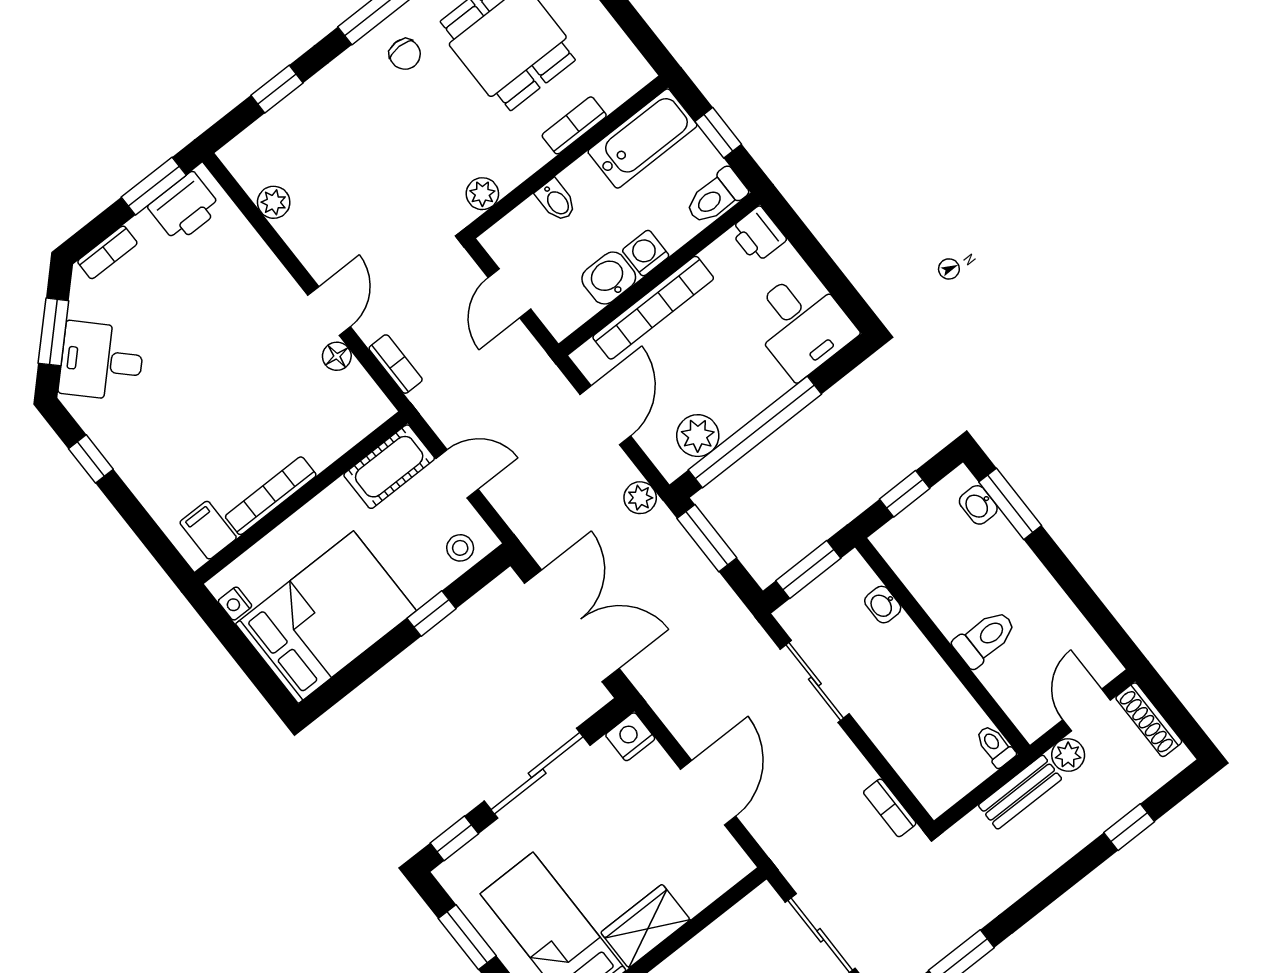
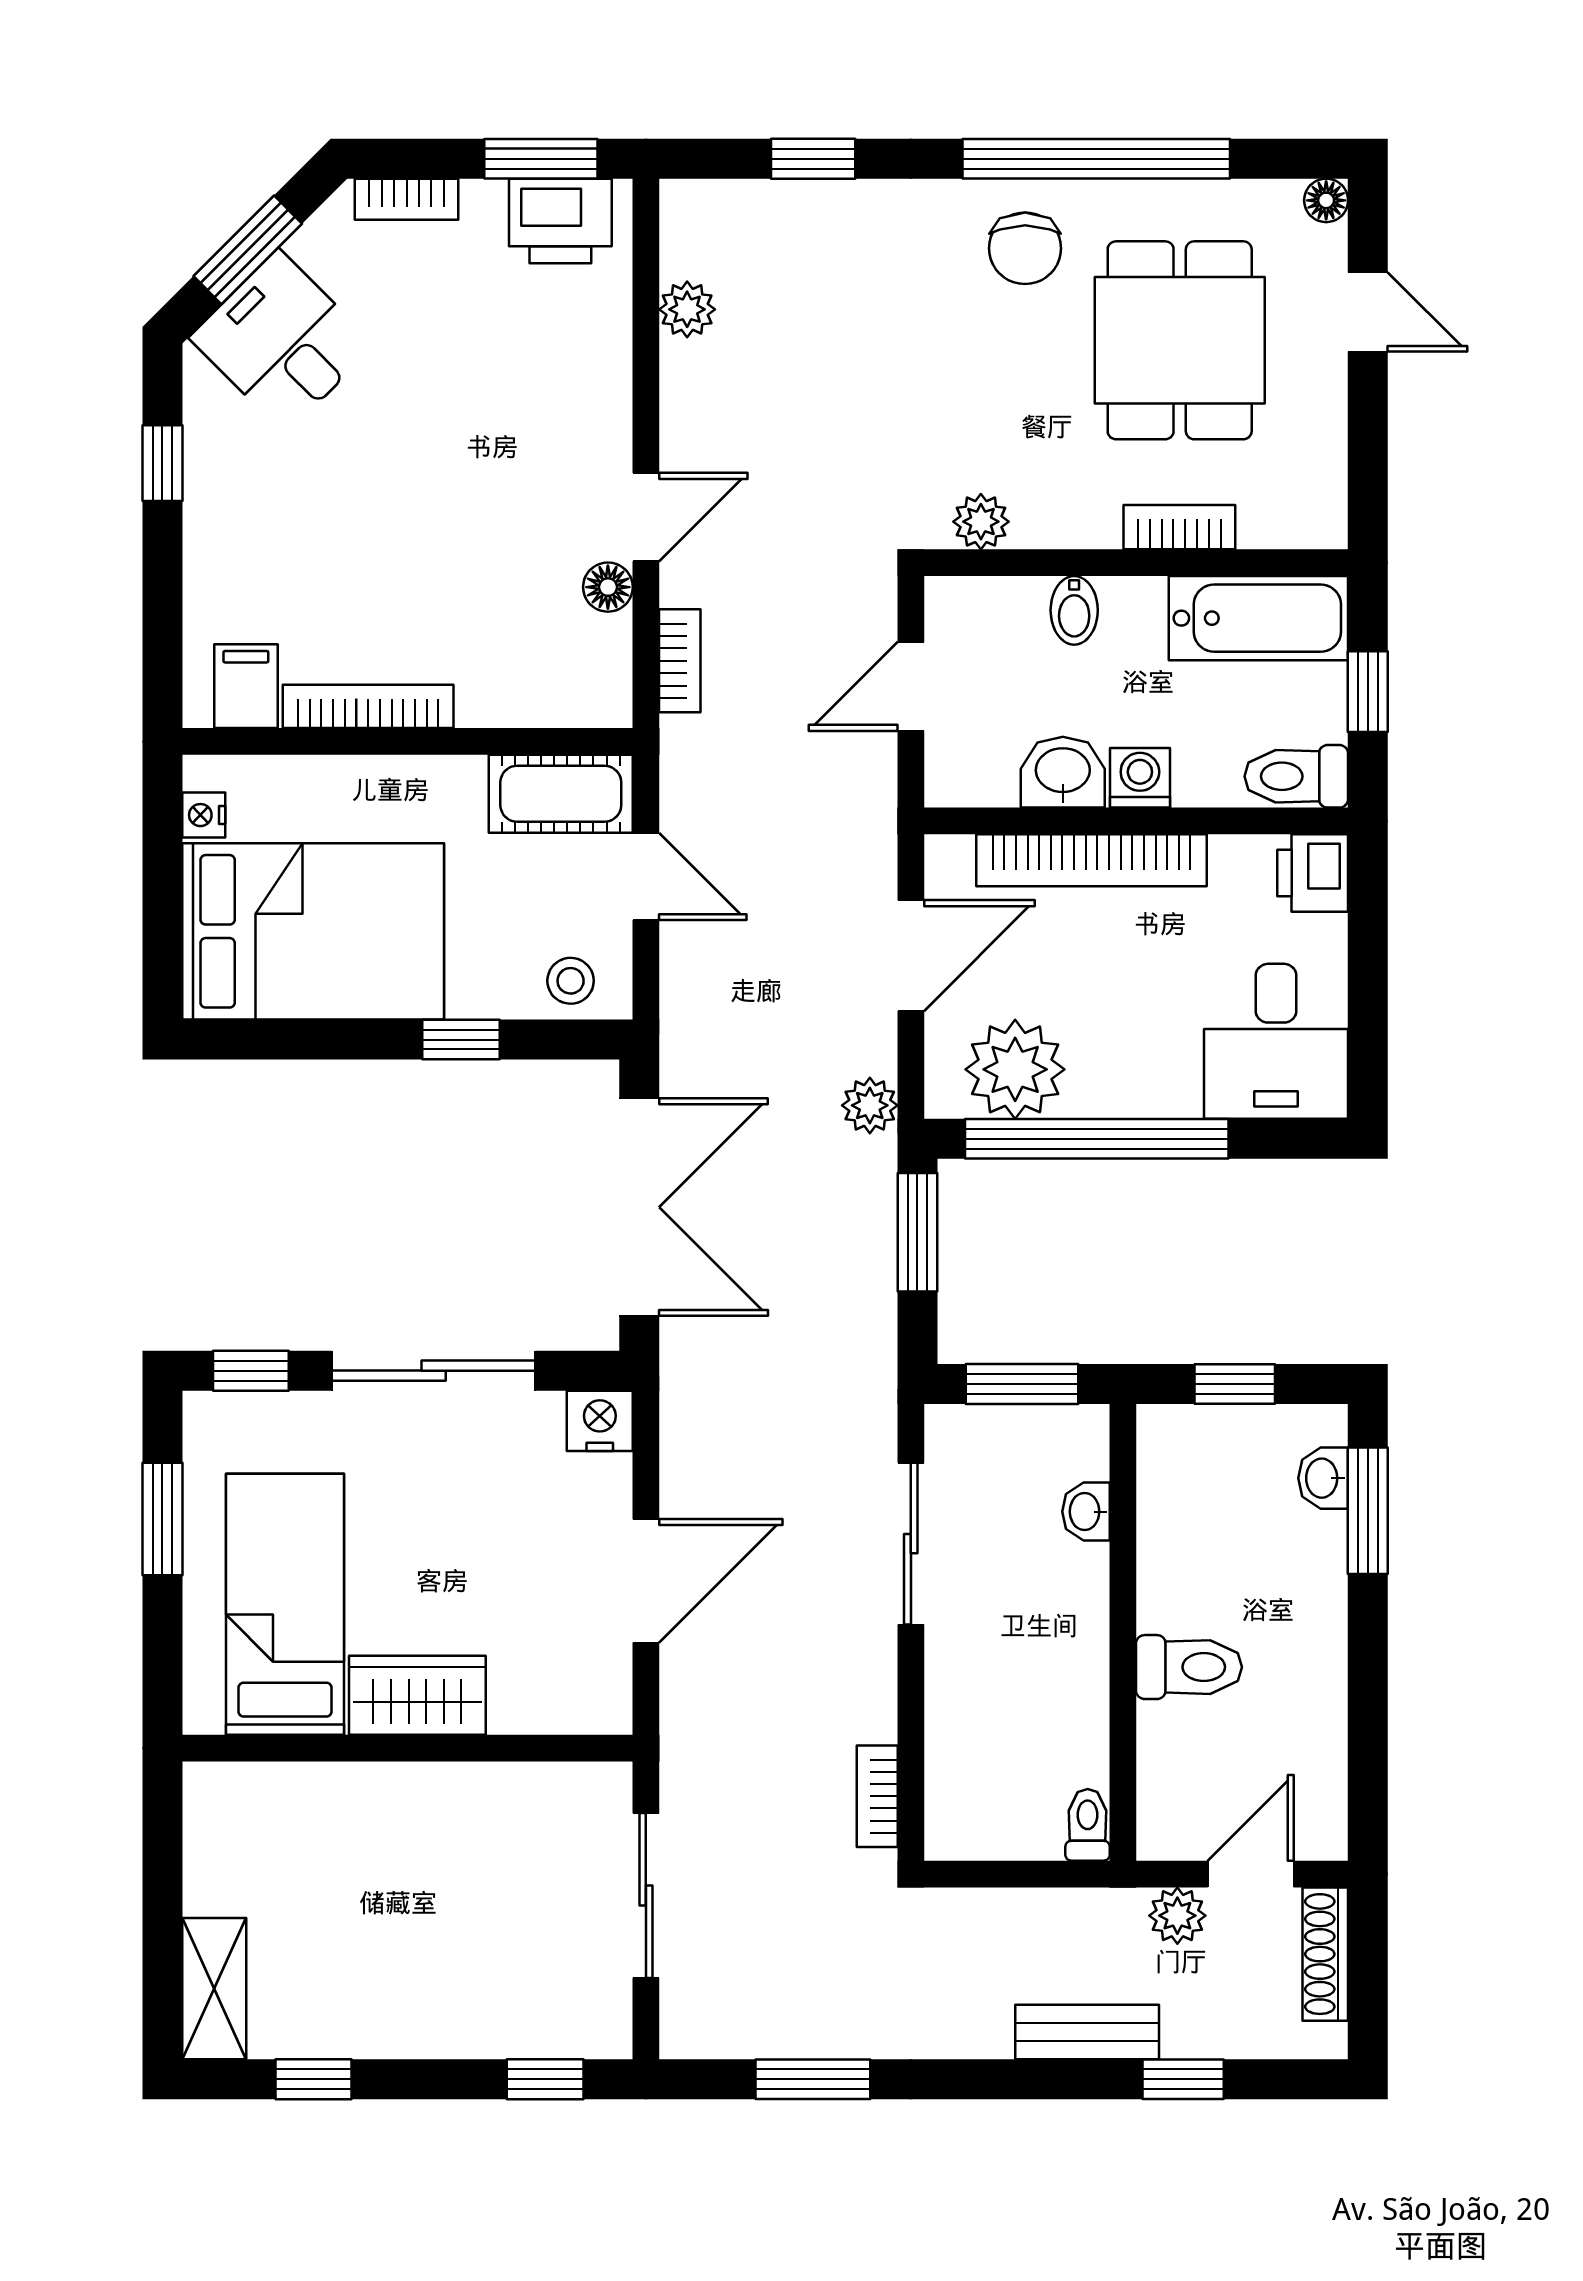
chair: (405, 54) -> (1025, 248), width x1.37, depth x1.37
plant: (698, 436) -> (1015, 1069), width x1.36, depth x1.36
bench: (1020, 792) -> (1087, 2032), moved

